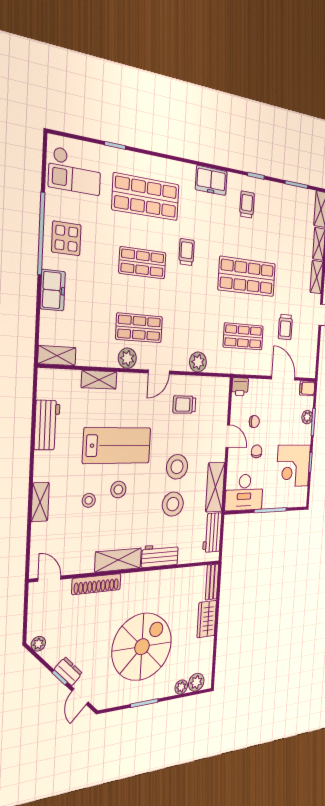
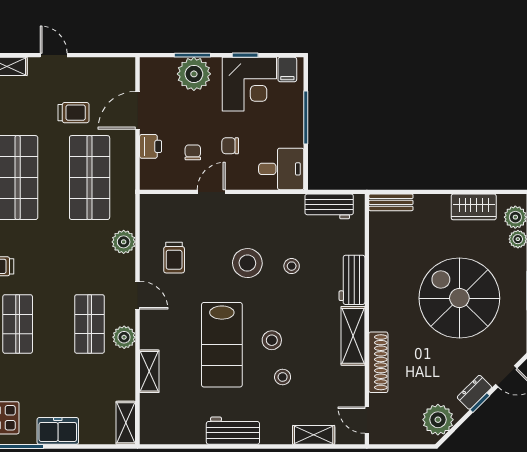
shop shelf: (243, 336) -> (90, 178), width x1.43, depth x1.36
printer: (240, 387) -> (151, 146), moved
filing cabinet: (307, 388) -> (287, 70), moved
plant: (307, 417) -> (194, 74), width x1.88, depth x1.88
workbench: (47, 425) -> (233, 431), moved
lab bench: (117, 446) -> (222, 345), turned 180
shelving: (215, 487) -> (273, 206), removed
desk: (244, 492) -> (281, 169), width x0.73
shelving: (40, 502) -> (314, 435), moved
stool: (173, 504) -> (292, 266), width x0.53, depth x0.53
door: (49, 579) -> (367, 420), hinge flipped
wardrobe: (207, 619) -> (474, 207), moved
plant: (38, 644) -> (438, 420), width x1.87, depth x1.87

